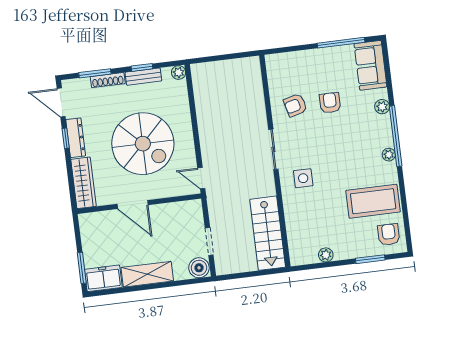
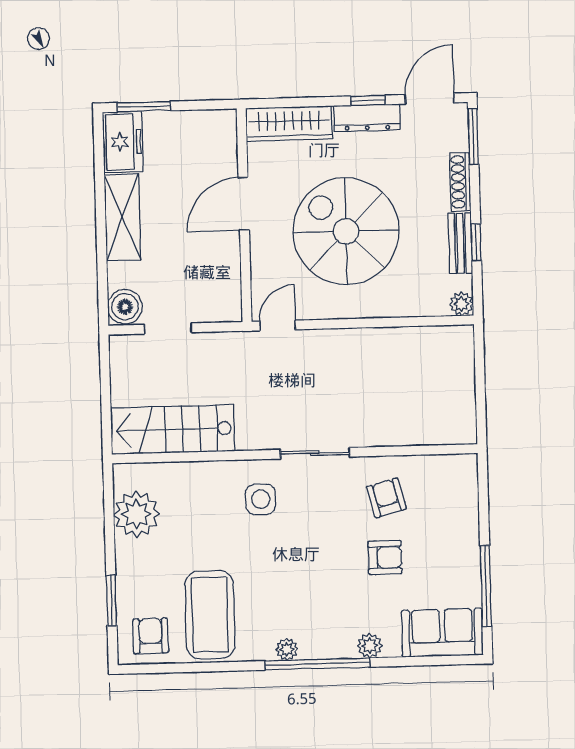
window: (95, 73) -> (473, 137), moved
spiral stairs: (143, 144) -> (346, 231), turned 90
armchair: (389, 234) -> (151, 636), turned -90
plant: (326, 255) -> (136, 514), width x1.87, depth x1.87

